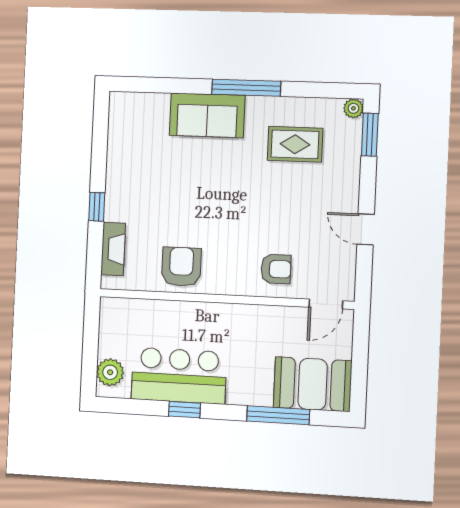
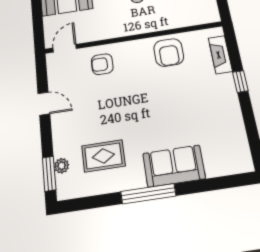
plant: (353, 108) -> (62, 166), moved

